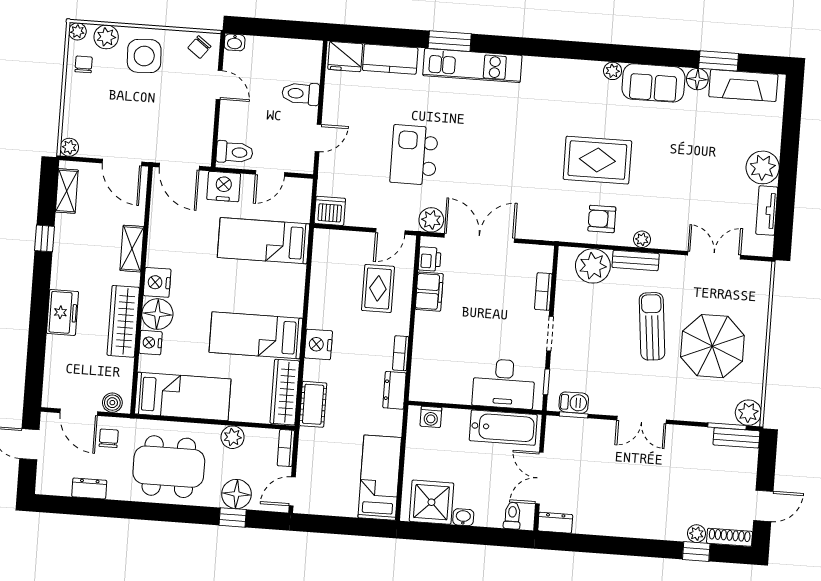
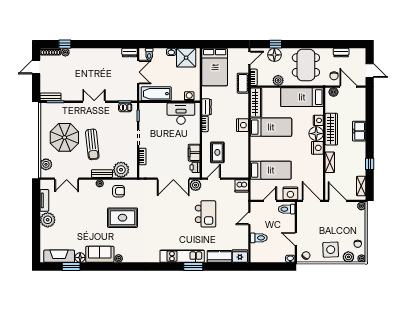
desk: (504, 384) -> (181, 114), moved
cot: (313, 404) -> (243, 83), moved
plant: (748, 413) -> (46, 164), moved
dining table: (169, 467) -> (306, 65), turned 90
bed: (380, 478) -> (215, 67), width x1.50

